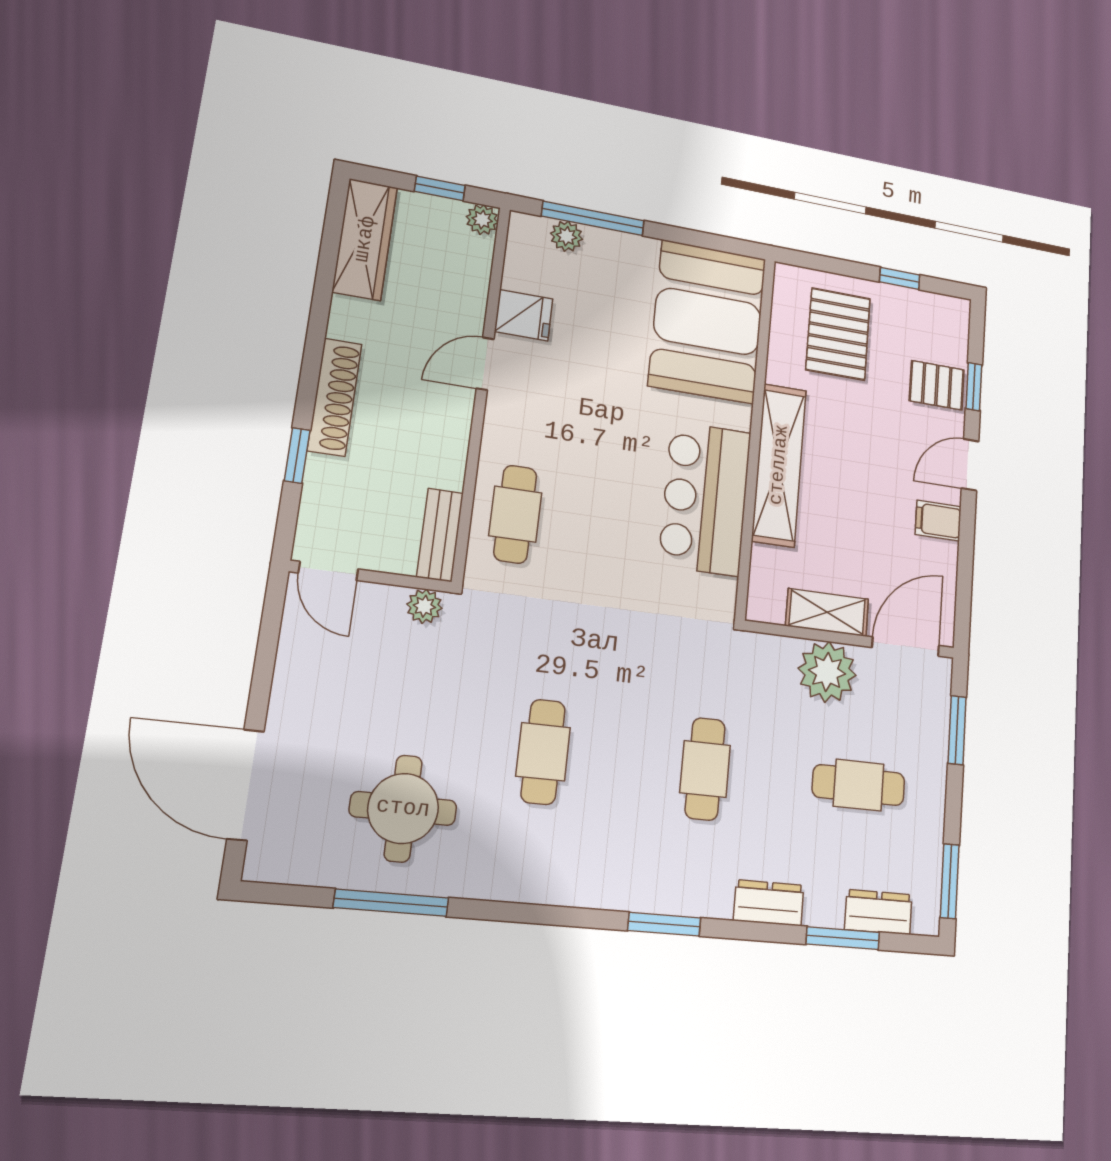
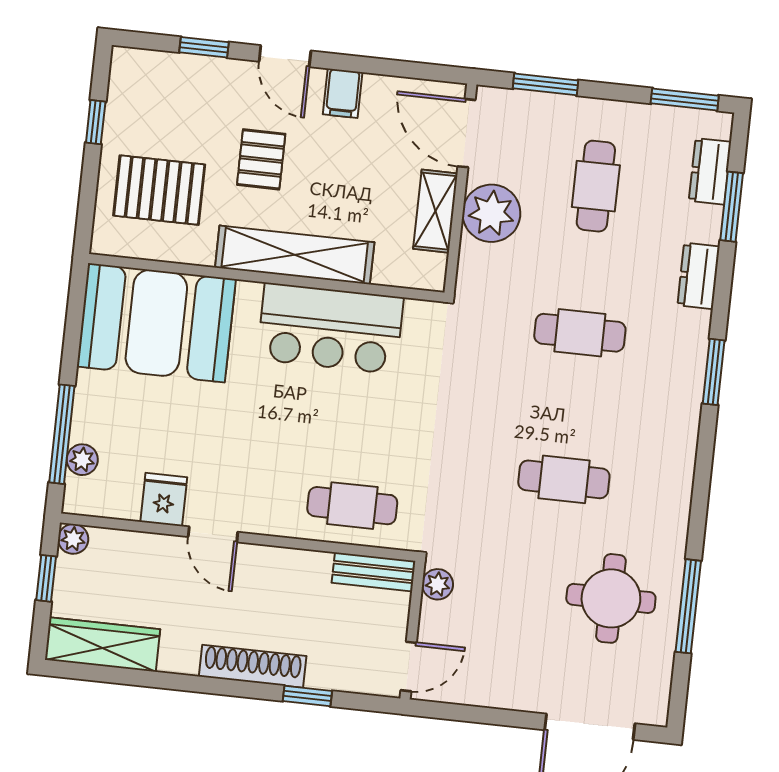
pallet: (937, 385) -> (261, 159), moved

